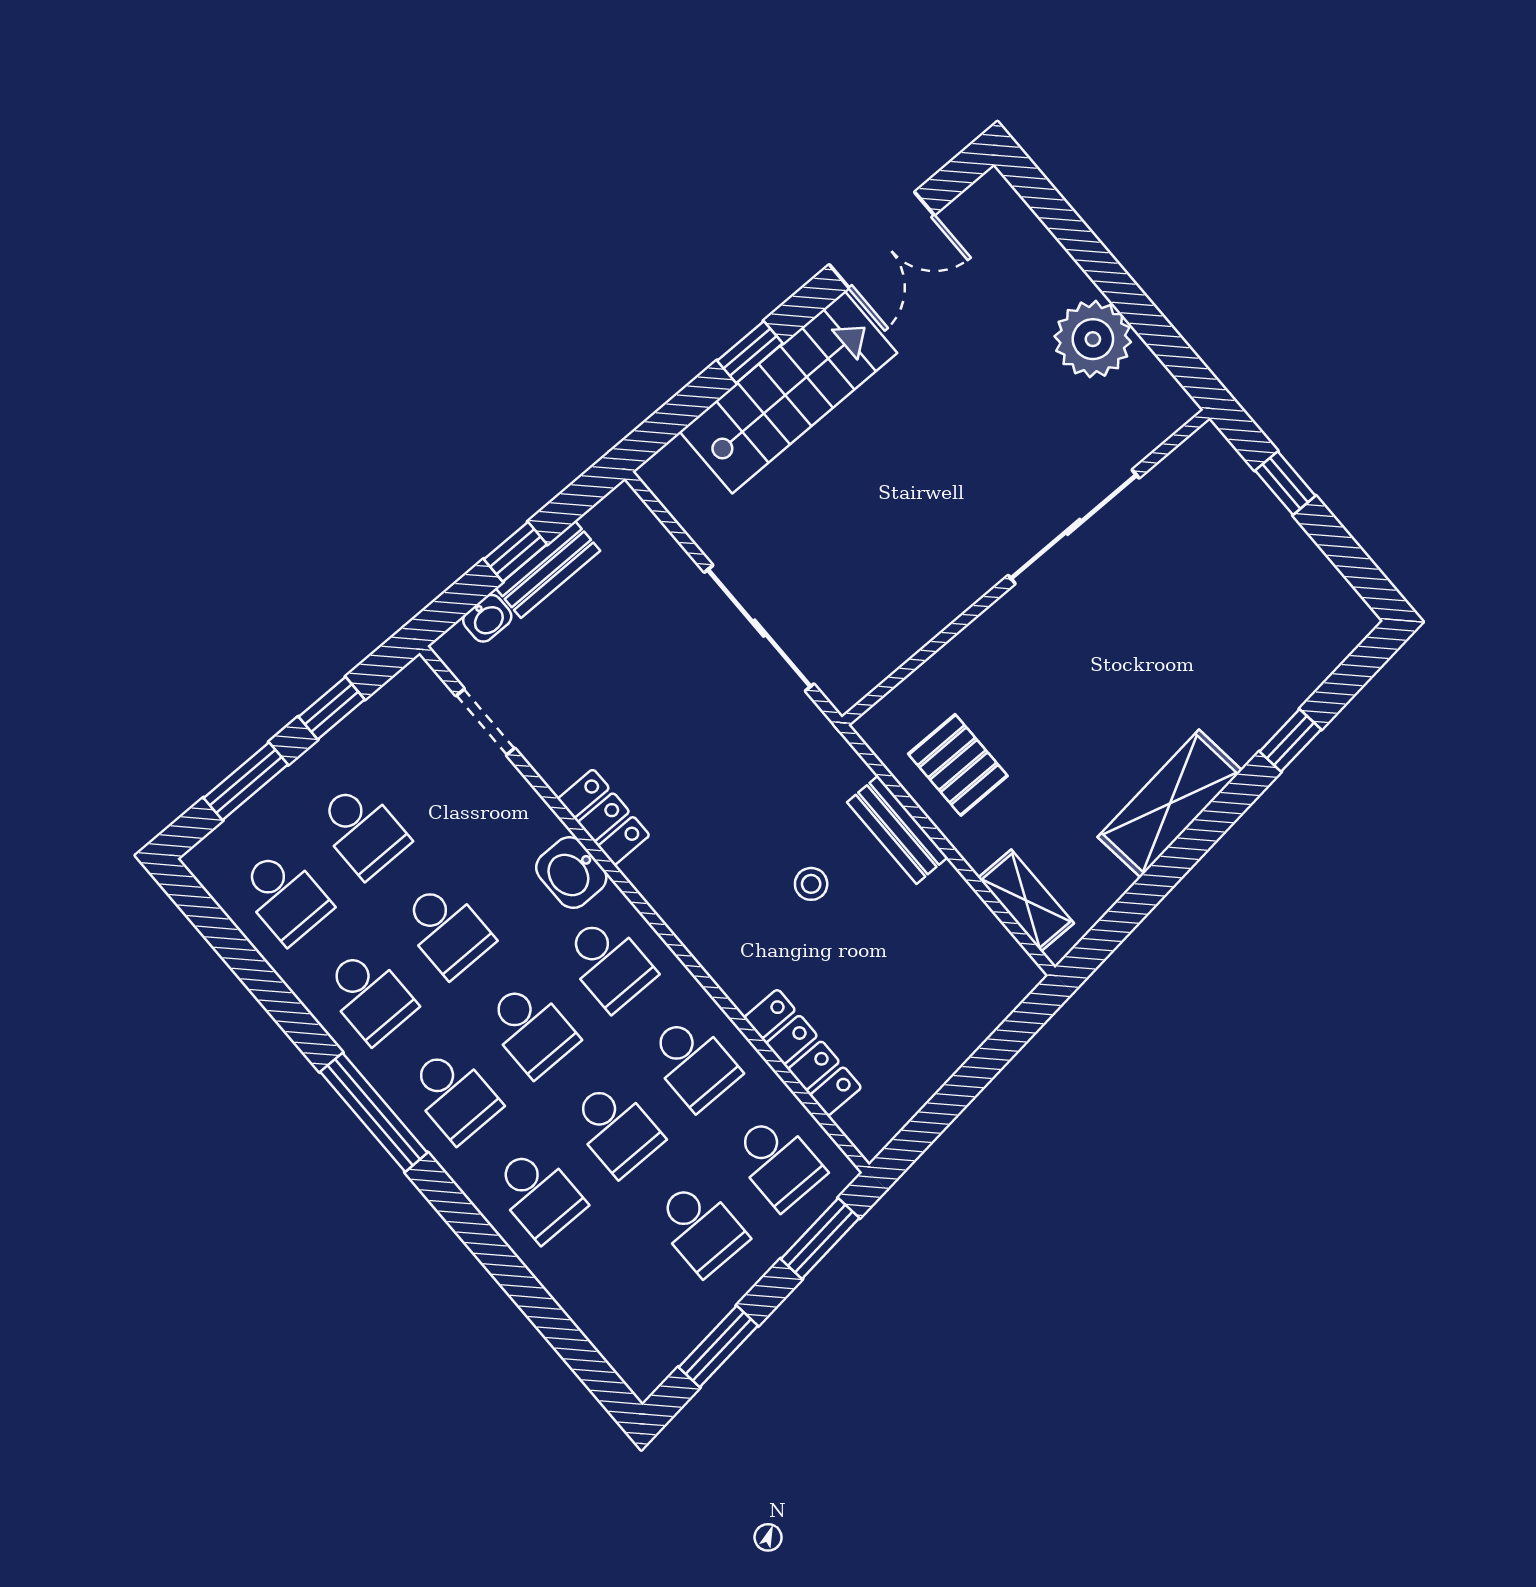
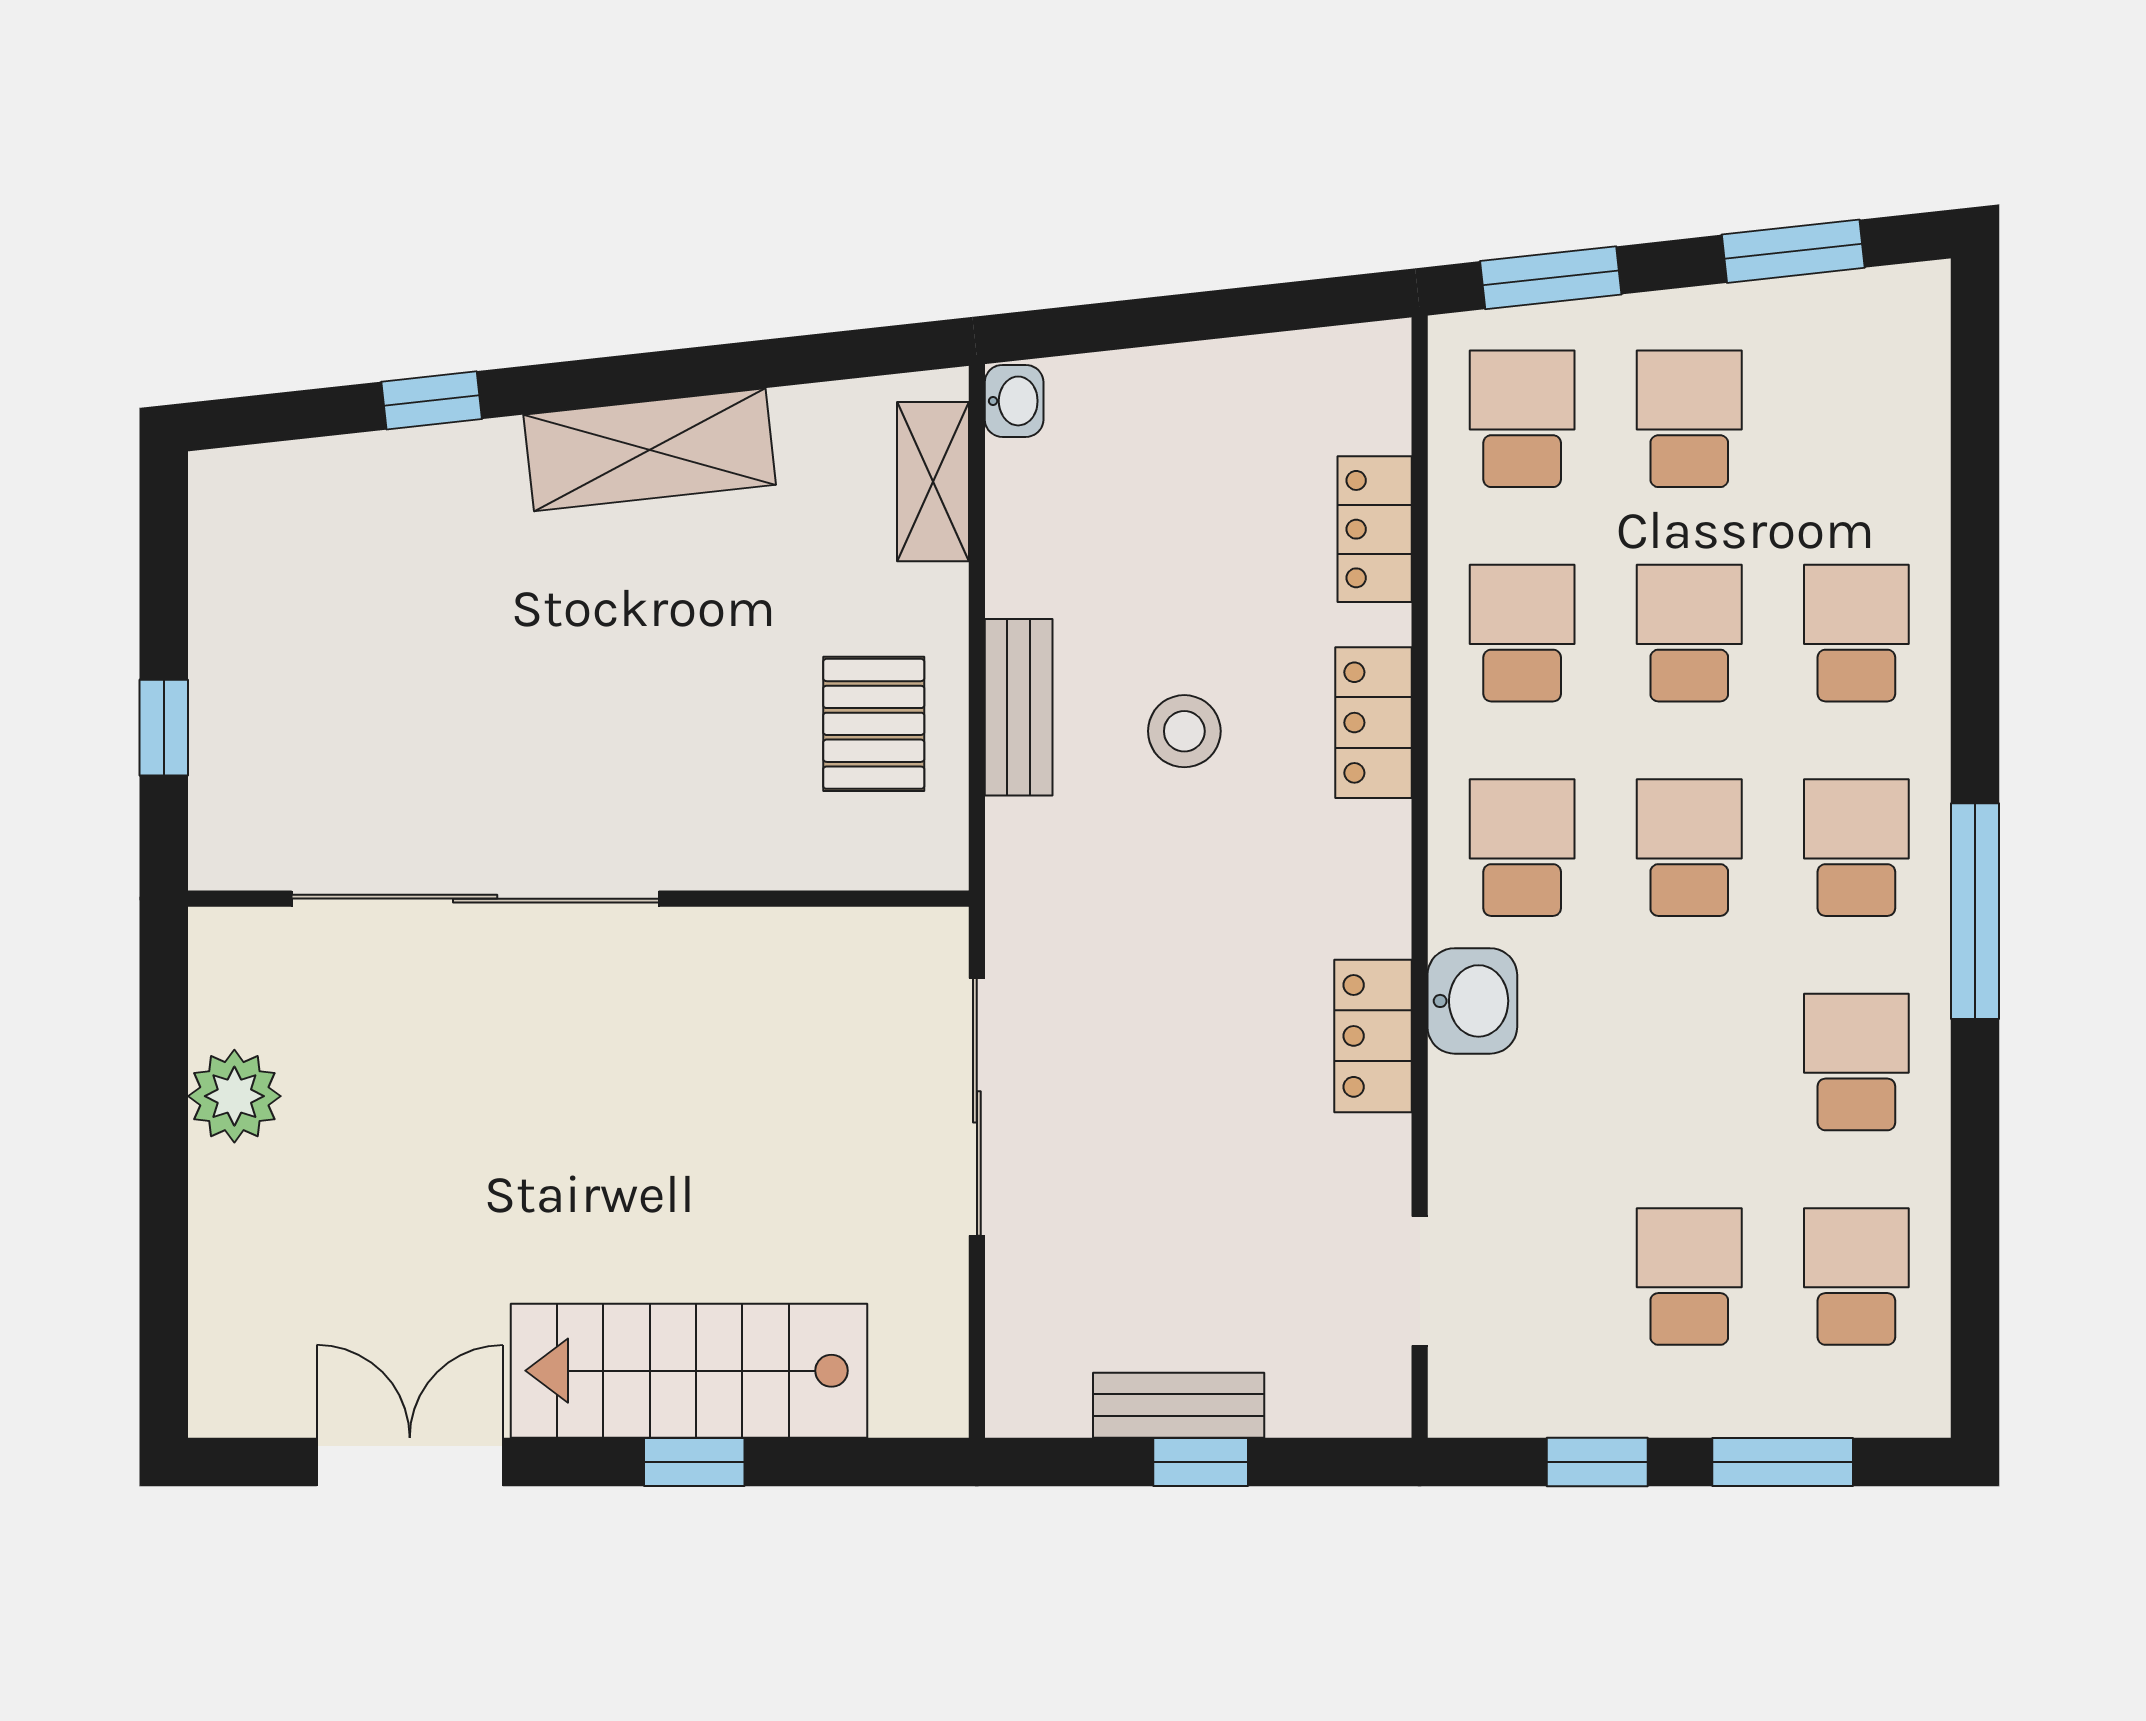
plant: (1093, 339) -> (234, 1096), width x0.73, depth x0.73
sliding door: (1074, 527) -> (475, 899), width x1.36
washbasin: (487, 618) -> (1014, 401), moved, turned 90
stool: (811, 884) -> (1184, 731), width x1.37, depth x1.37
school desk: (447, 930) -> (1689, 1062), removed
locker: (727, 963) -> (1373, 723), added
locker: (803, 1053) -> (1375, 529), width x0.66

